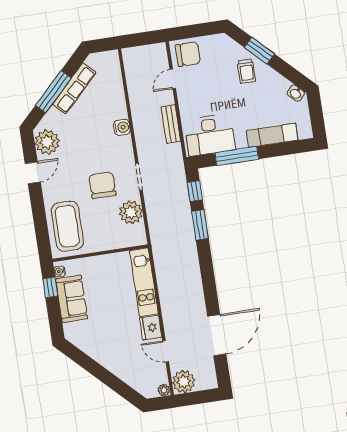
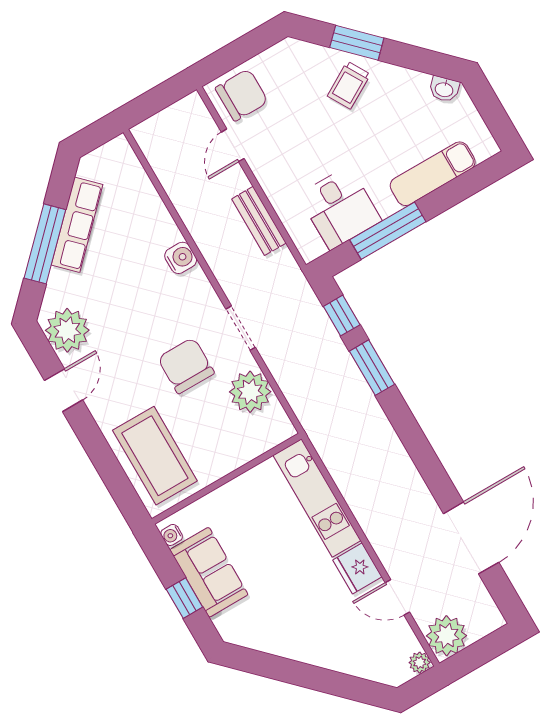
trolley: (246, 71) -> (349, 85), turned 60
desk: (210, 135) -> (340, 208), width x0.73
window: (50, 287) -> (184, 598), moved

